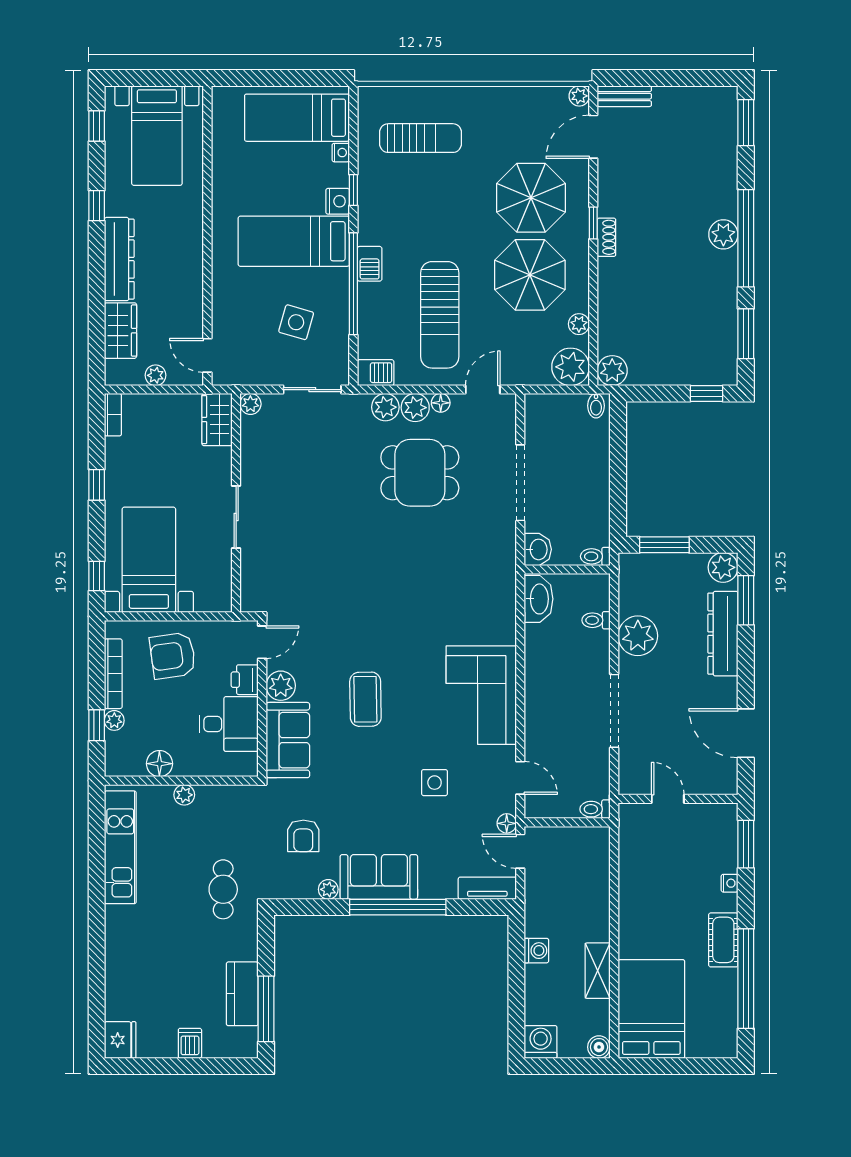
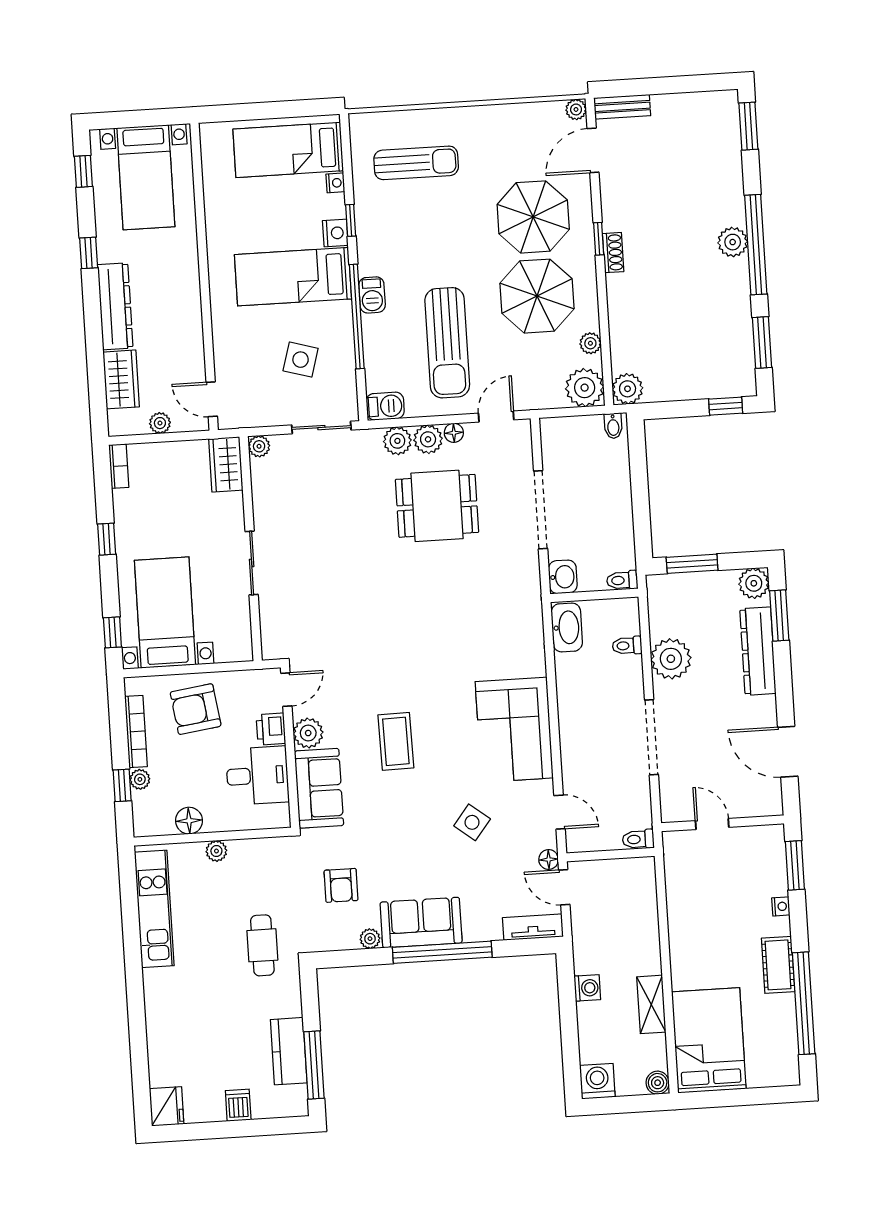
side table: (435, 783) -> (472, 822), turned 38

